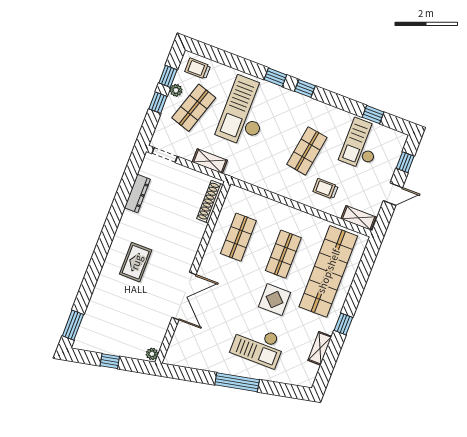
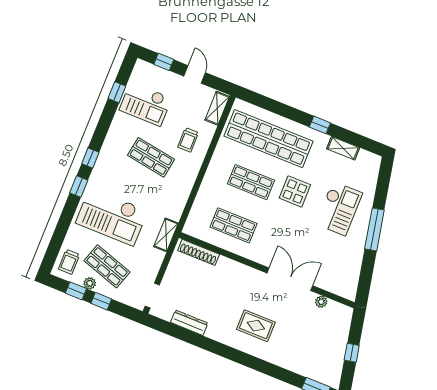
shelving: (210, 161) -> (166, 235), moved
plant: (152, 354) -> (321, 302), moved

